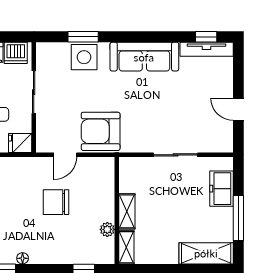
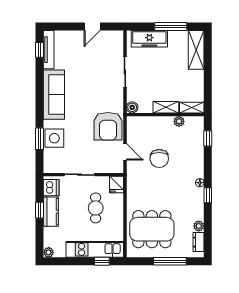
boiler: (127, 165) -> (132, 107), added
freezer: (221, 189) -> (149, 39), width x1.40

